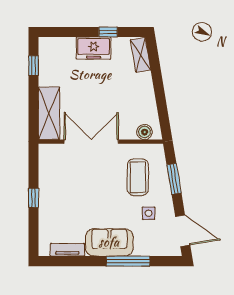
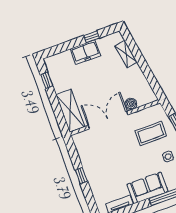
shelving: (141, 55) -> (126, 54), moved
boiler: (145, 132) -> (131, 104), moved
coffee table: (138, 177) -> (151, 133), turned 90

